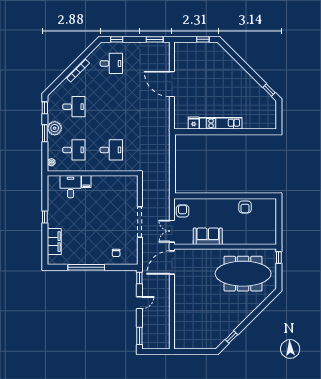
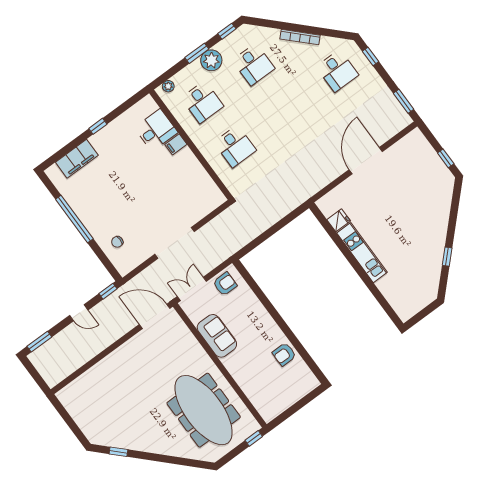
window: (269, 90) -> (447, 257), moved

